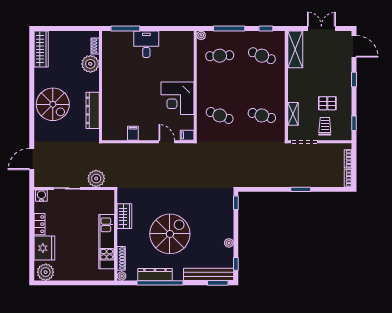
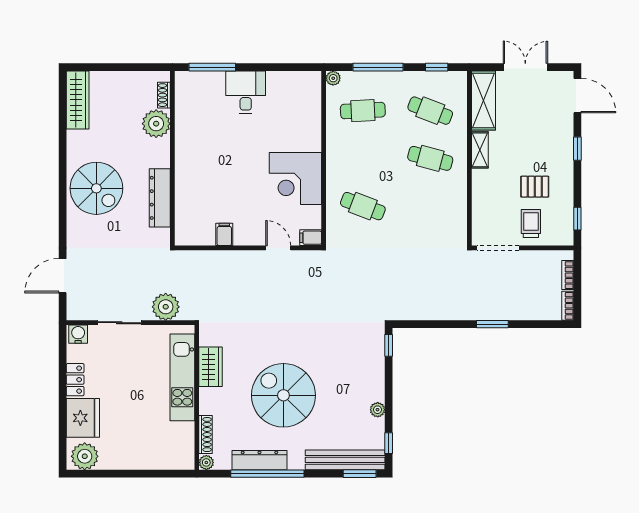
shelving: (293, 114) -> (480, 150), moved
cafe table: (262, 115) -> (430, 158), moved
spiral stairs: (170, 234) -> (283, 395), turned -90
kitchen unit: (107, 242) -> (182, 377), moved

